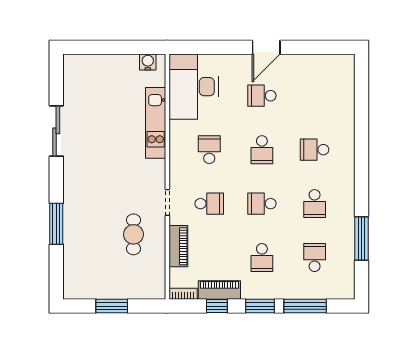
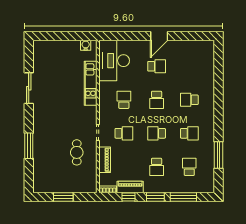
school desk: (262, 96) -> (157, 66), turned 180
school desk: (315, 204) -> (189, 133), turned -90

